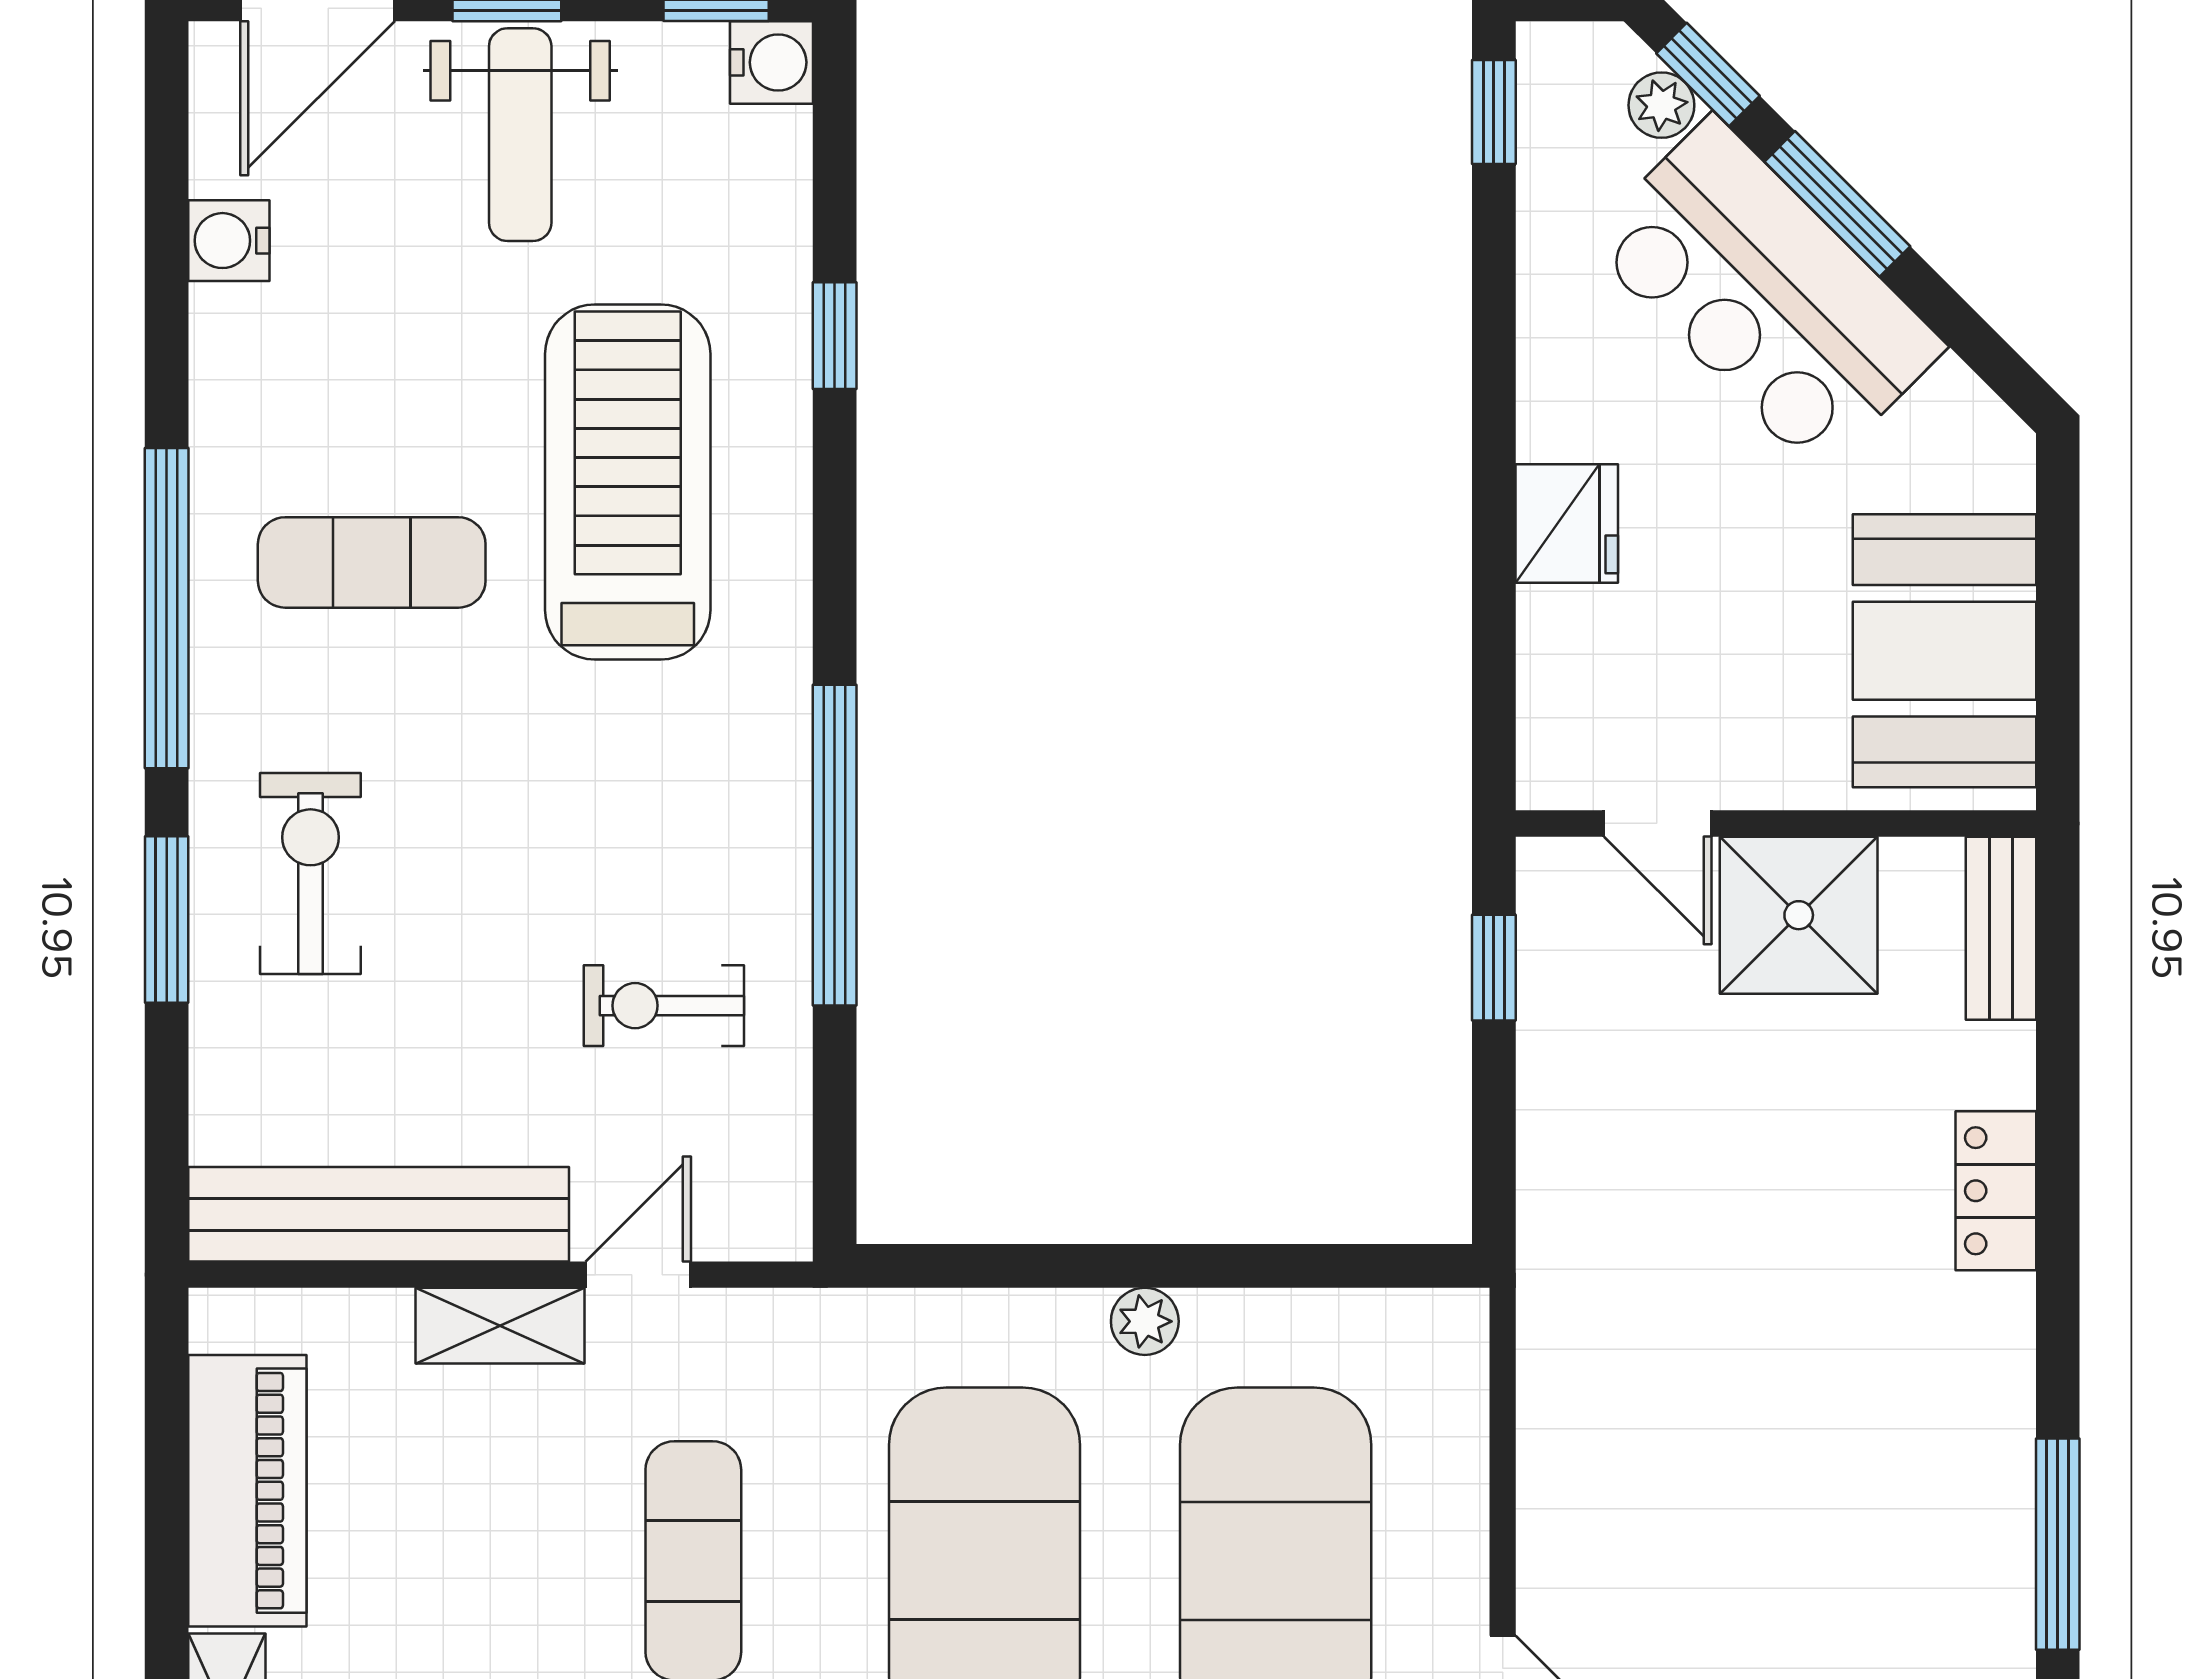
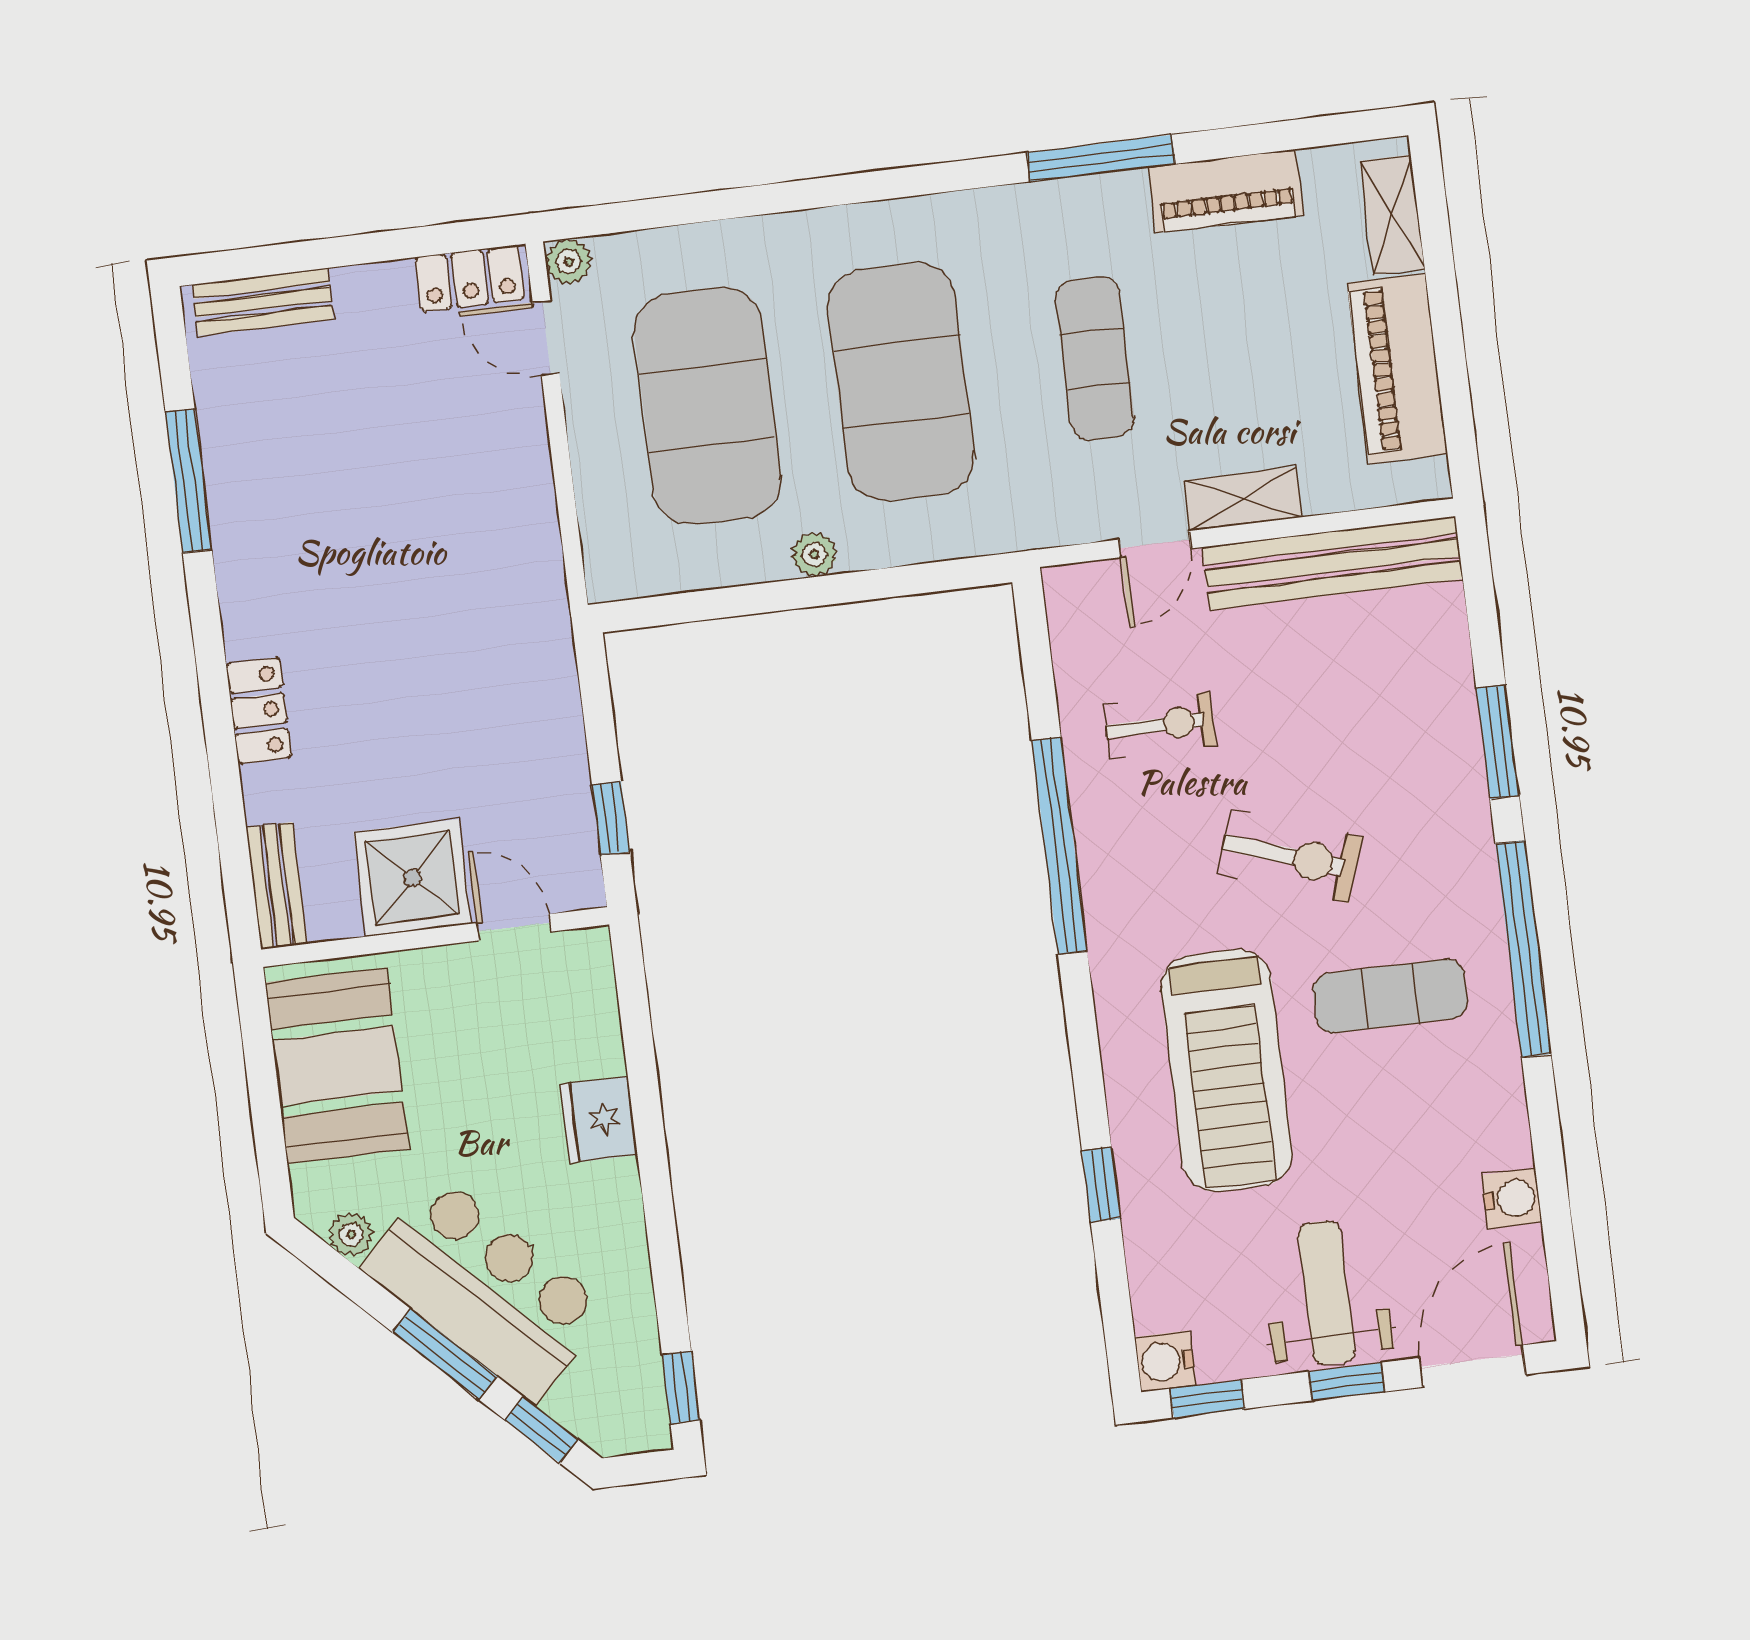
plant: (1661, 105) -> (351, 1235), moved
exercise bike: (310, 874) -> (1290, 856), moved, turned -71

